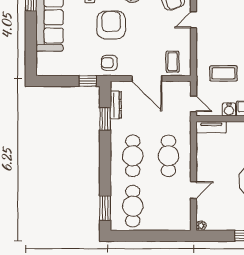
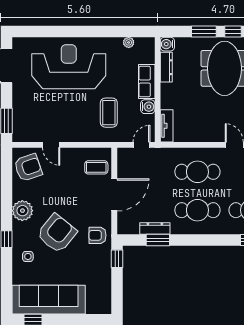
armchair: (111, 25) -> (57, 233), turned 129
armchair: (109, 63) -> (97, 235), turned 90
dresser: (116, 105) -> (155, 228), moved

